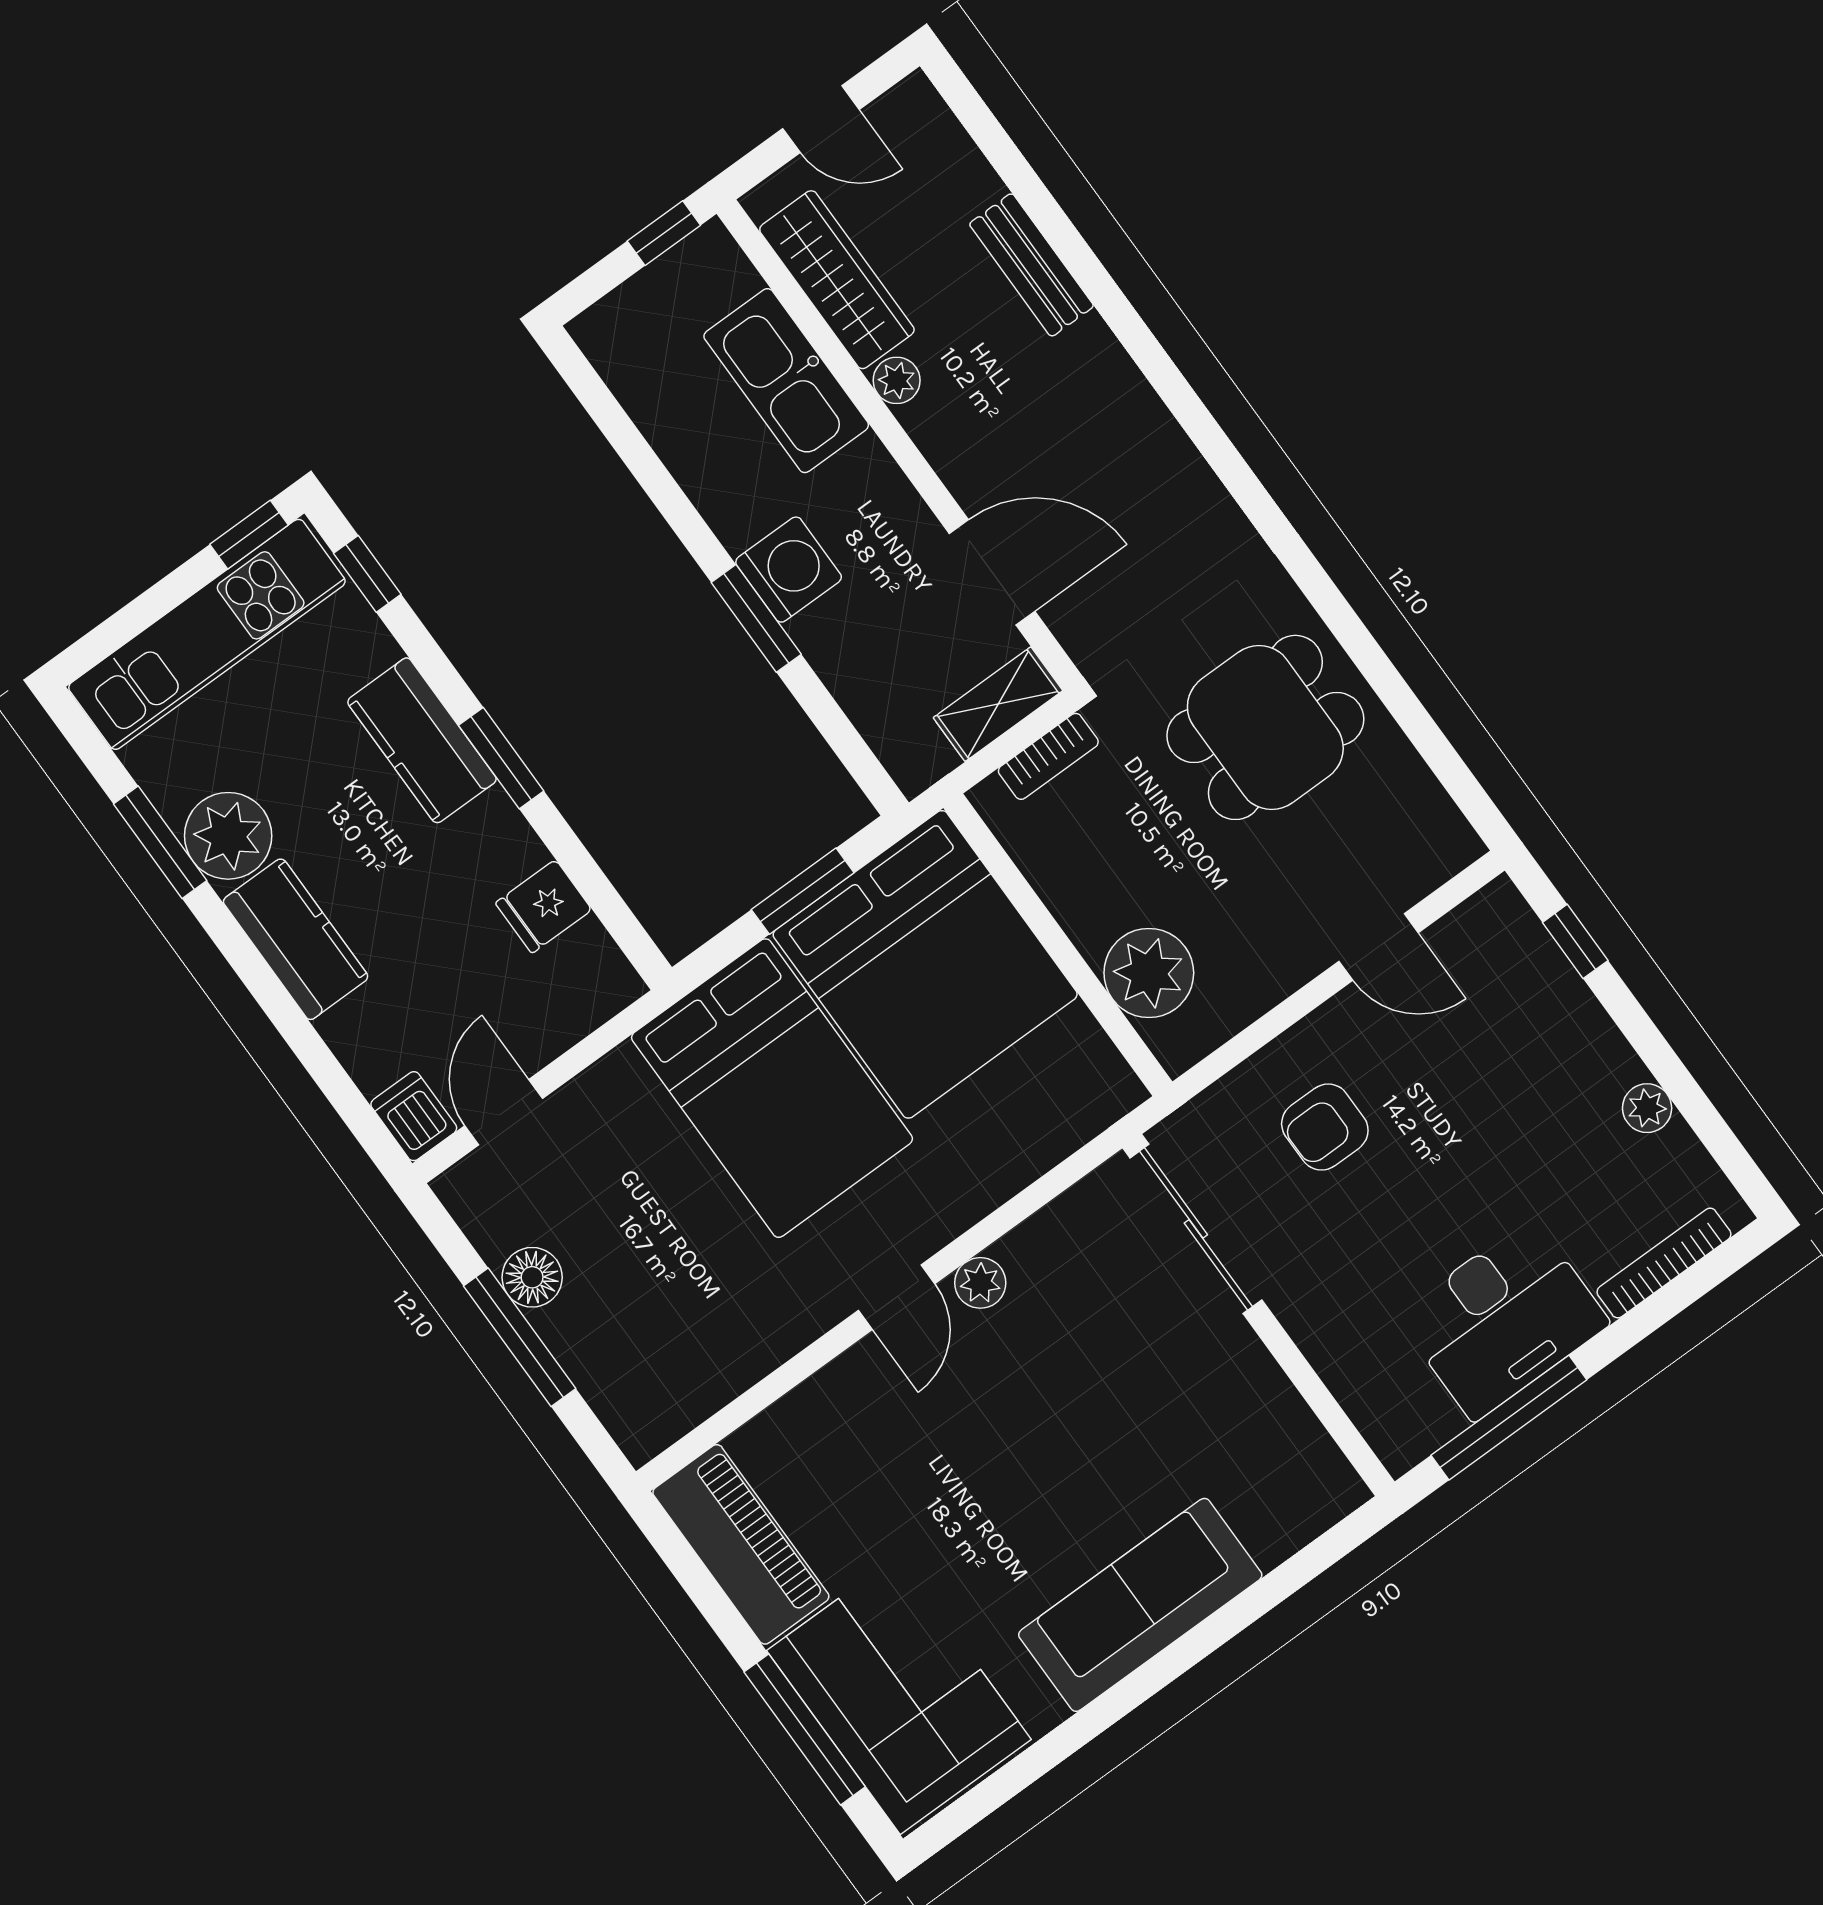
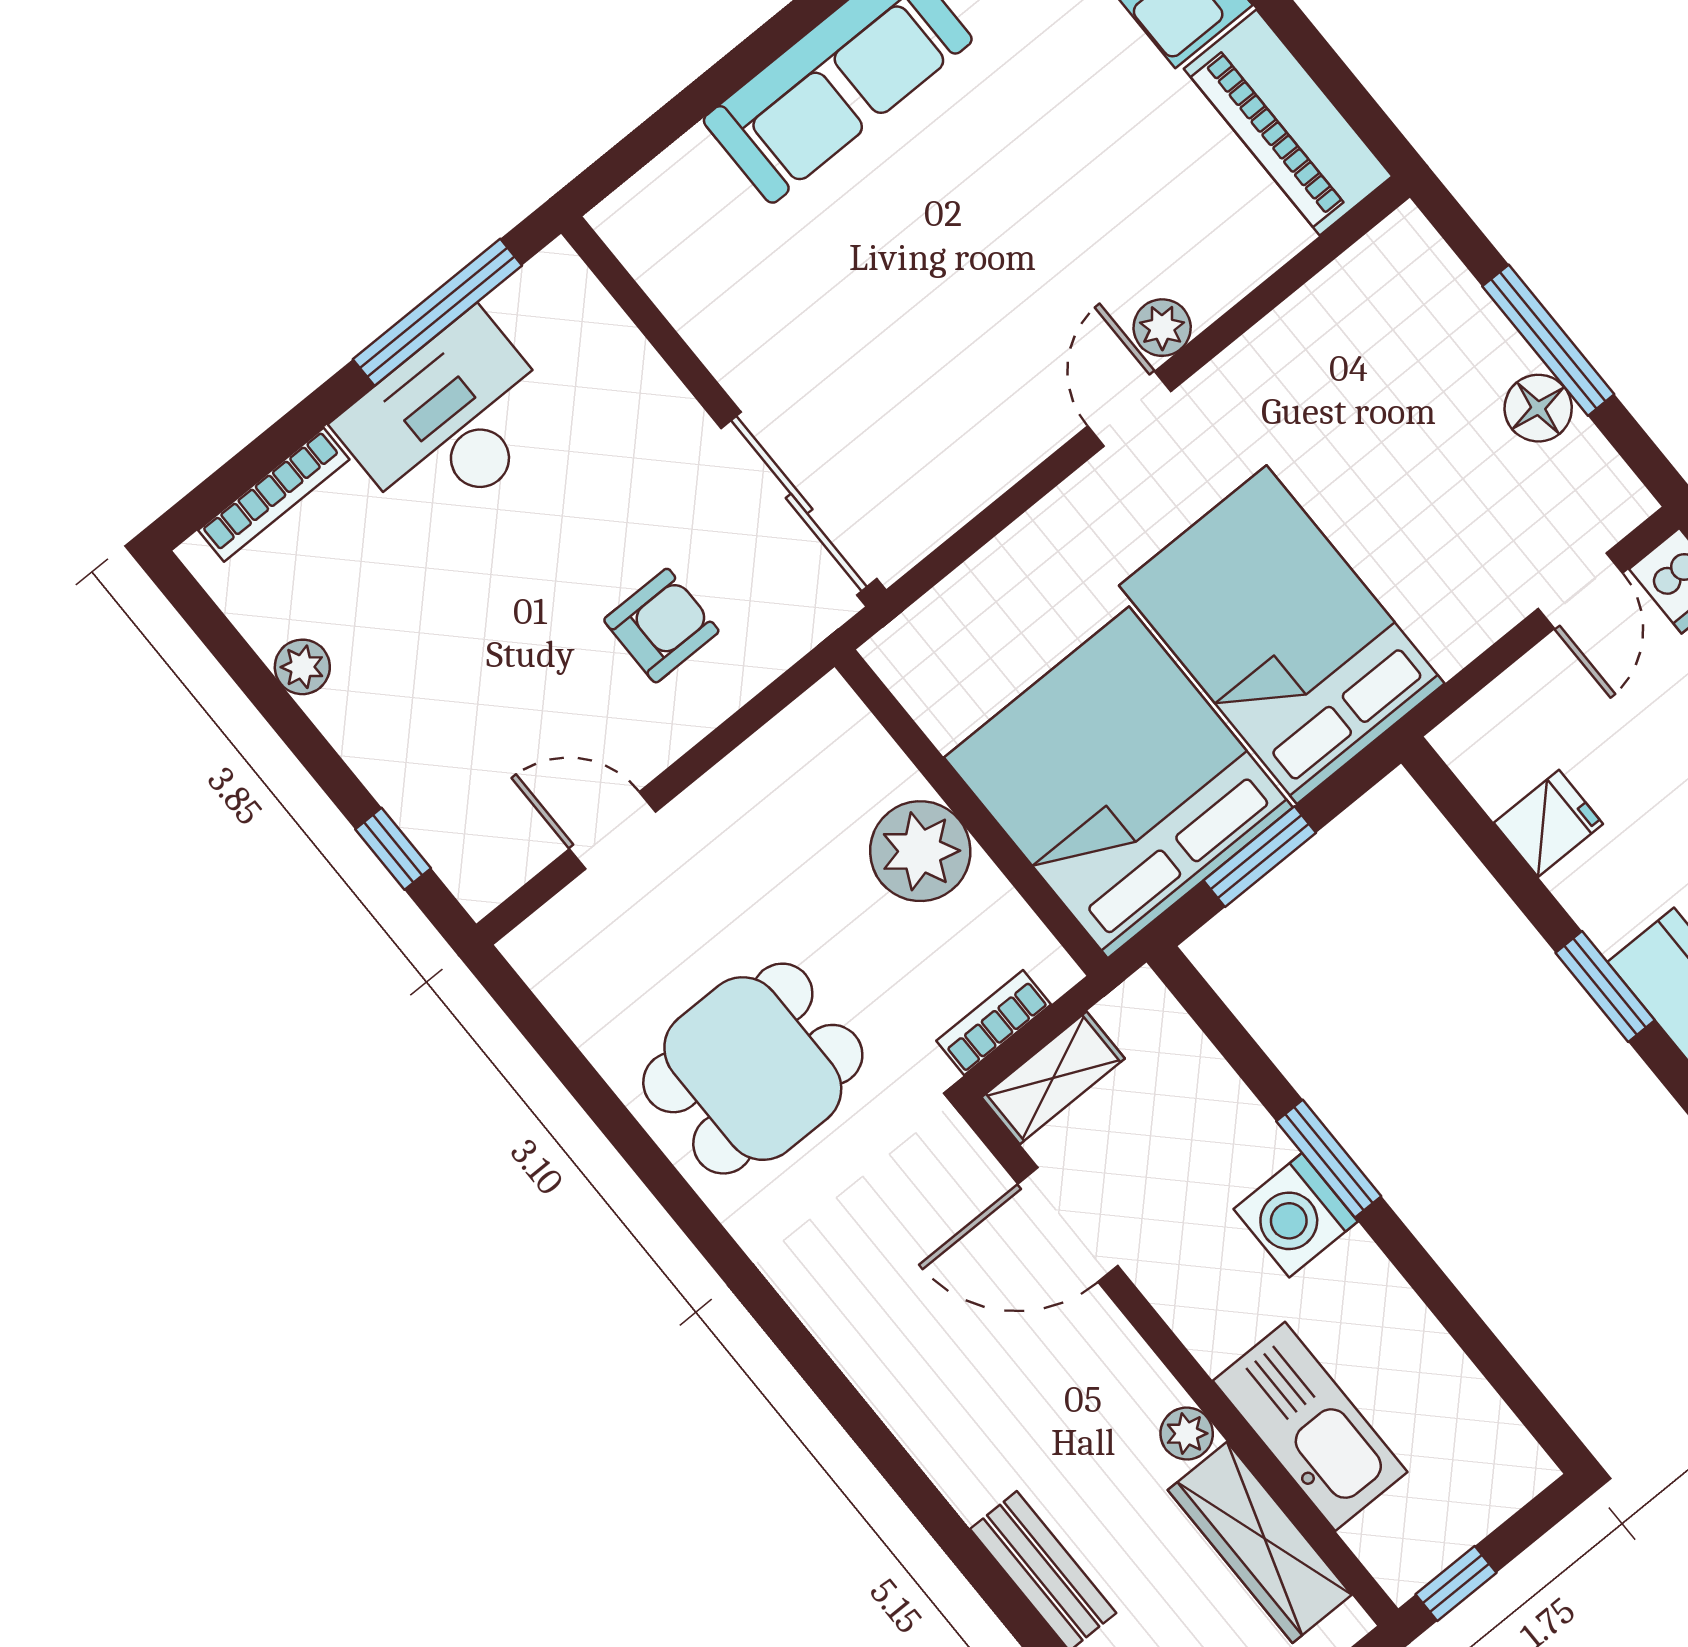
plant: (1149, 973) -> (920, 851), moved
plant: (980, 1283) -> (1162, 328), moved

